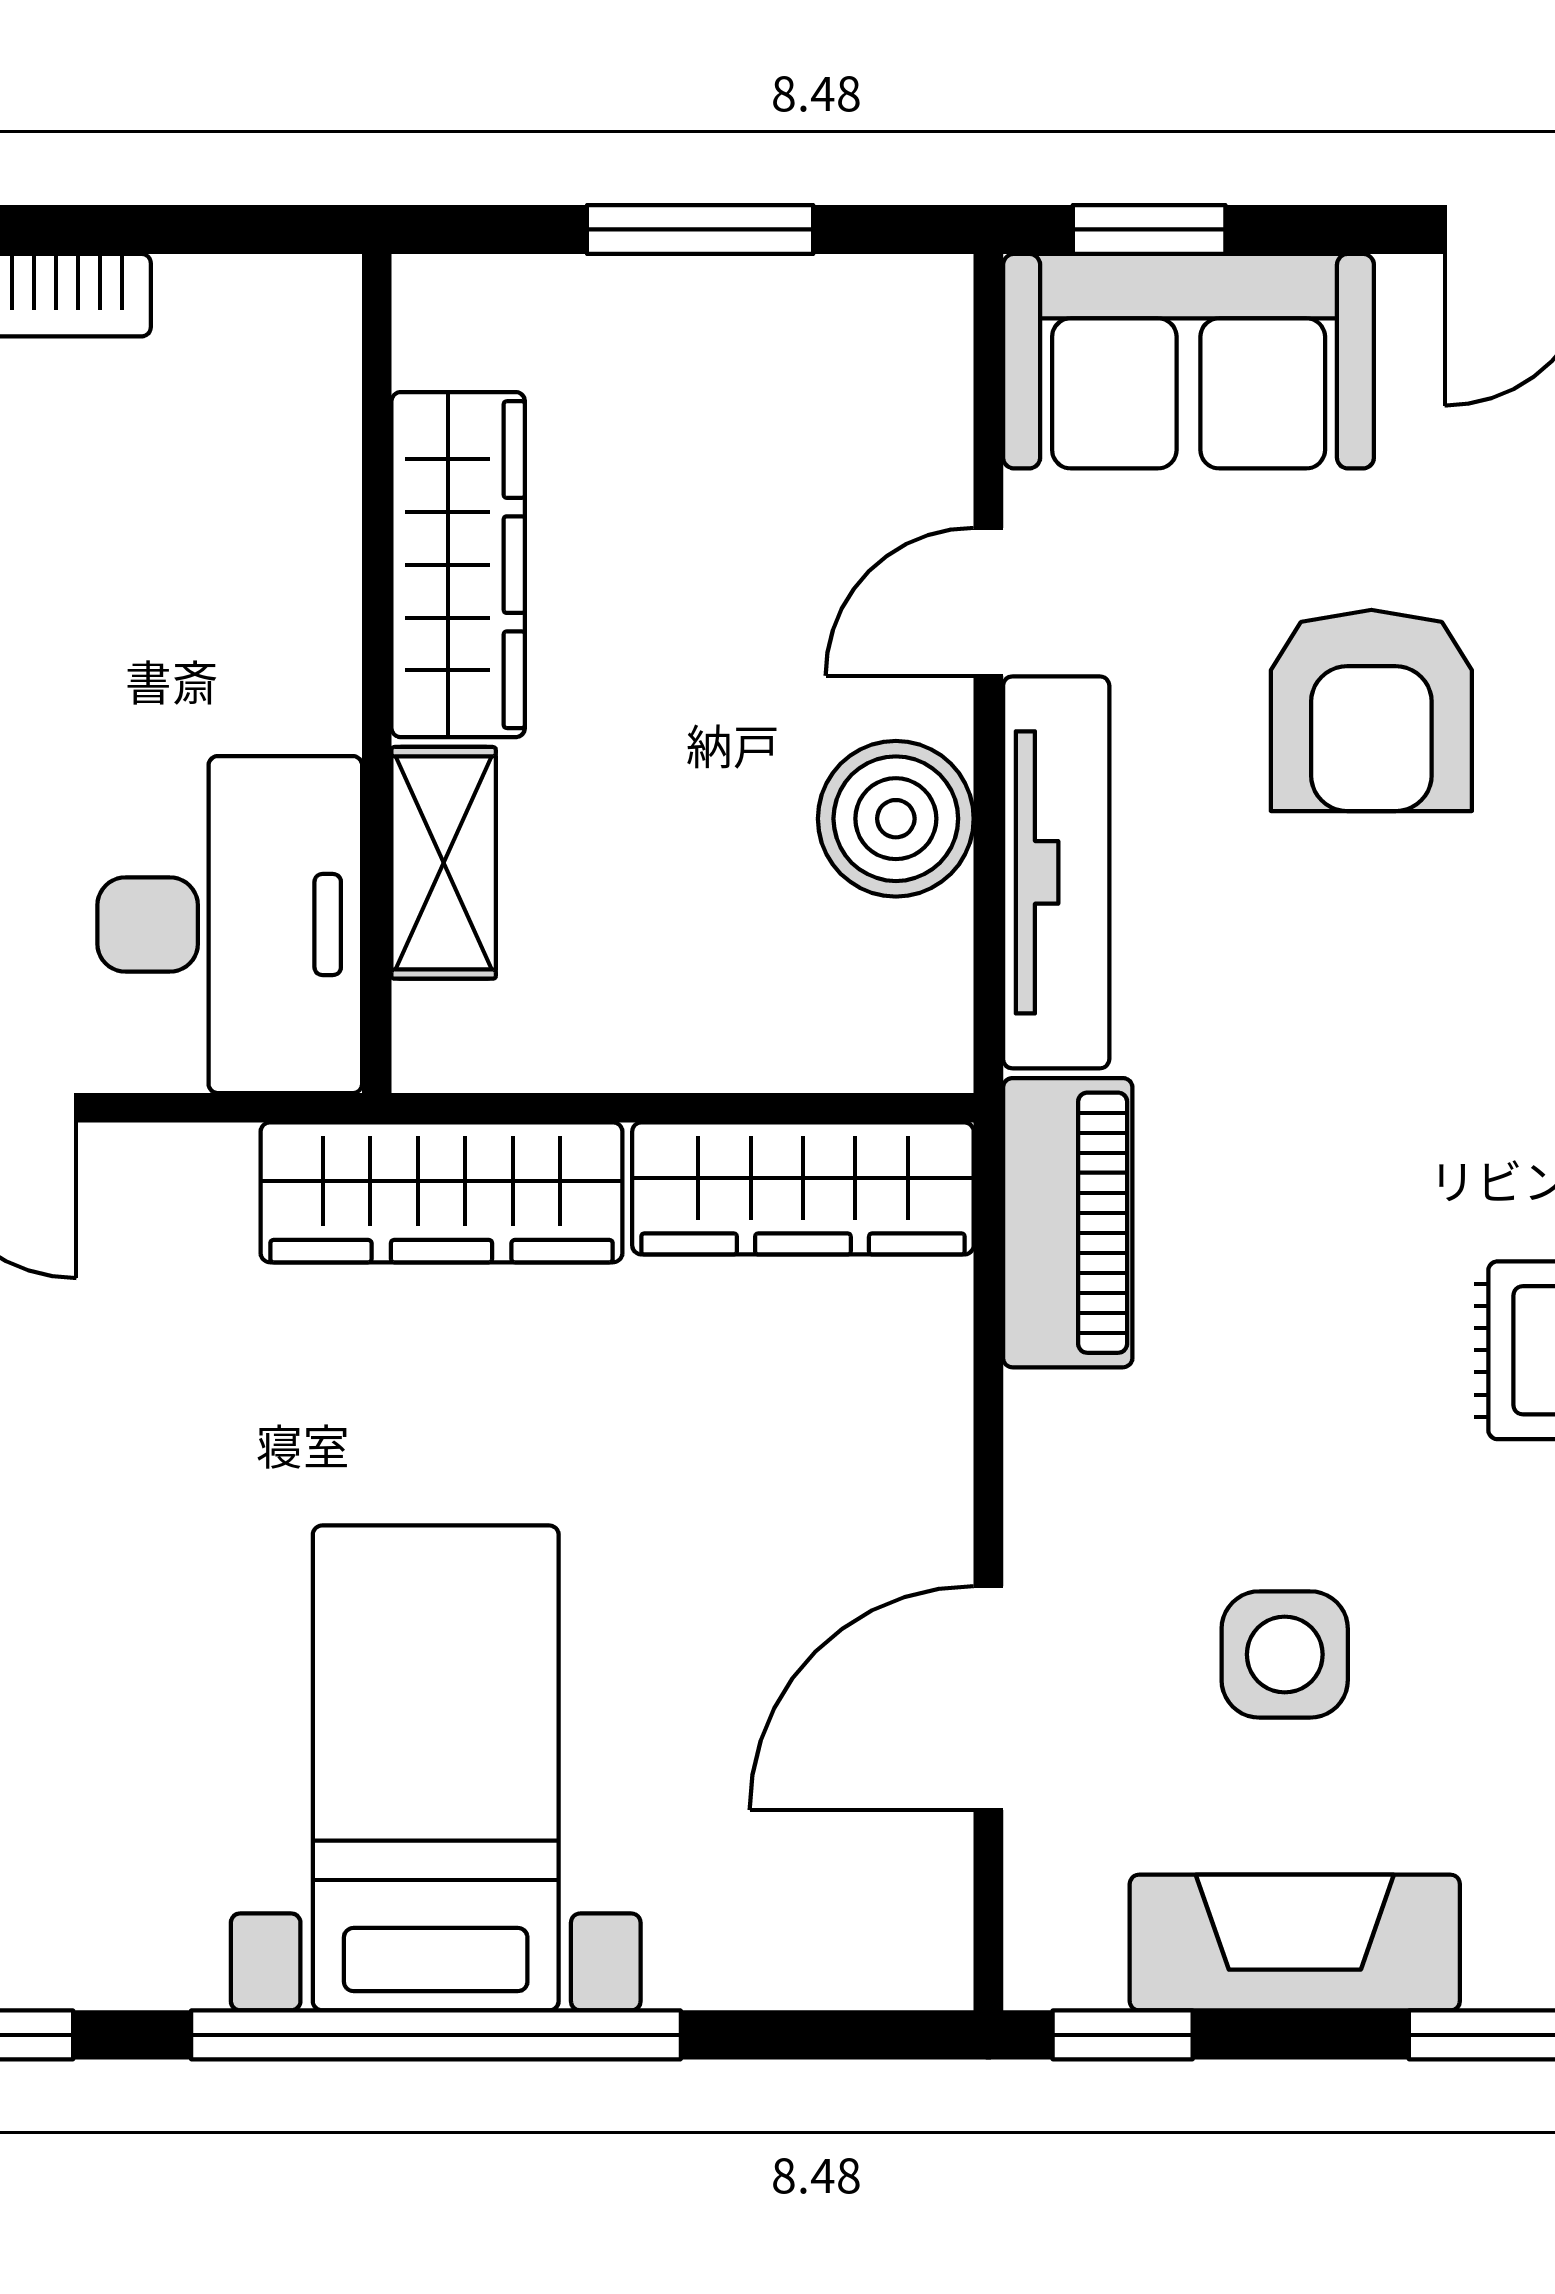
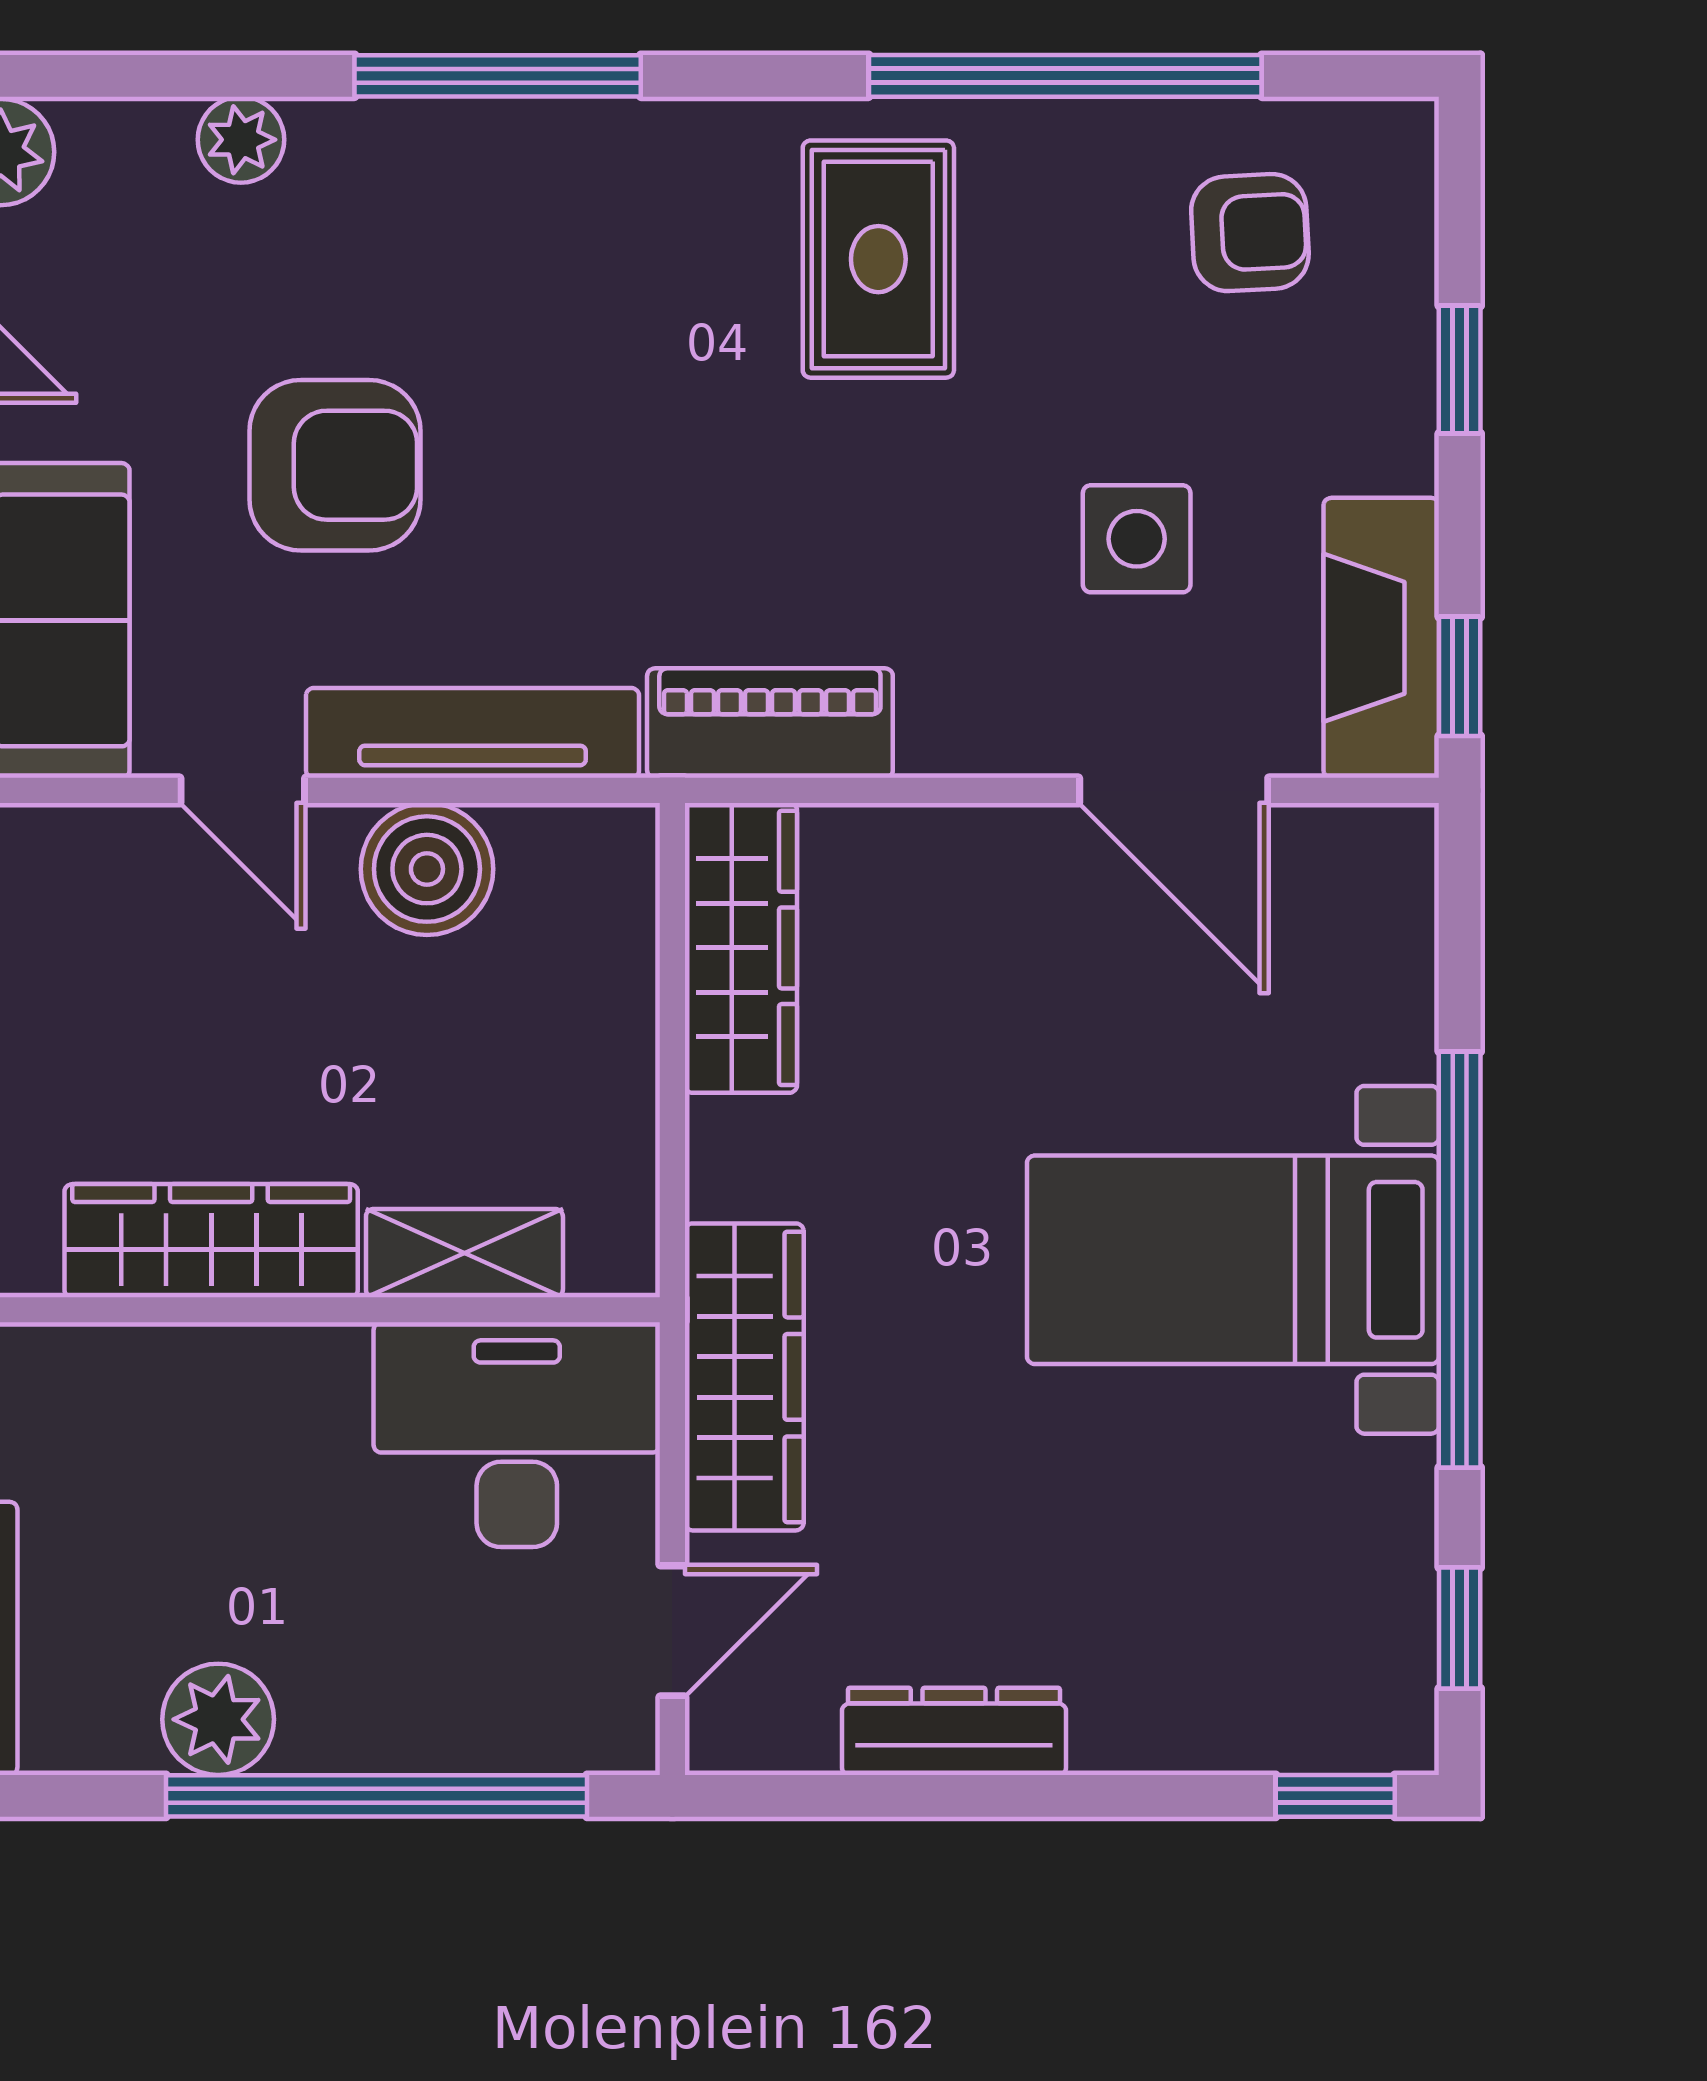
wardrobe: (441, 1192) -> (744, 1377), moved
fireplace: (1295, 1943) -> (1381, 638), moved

